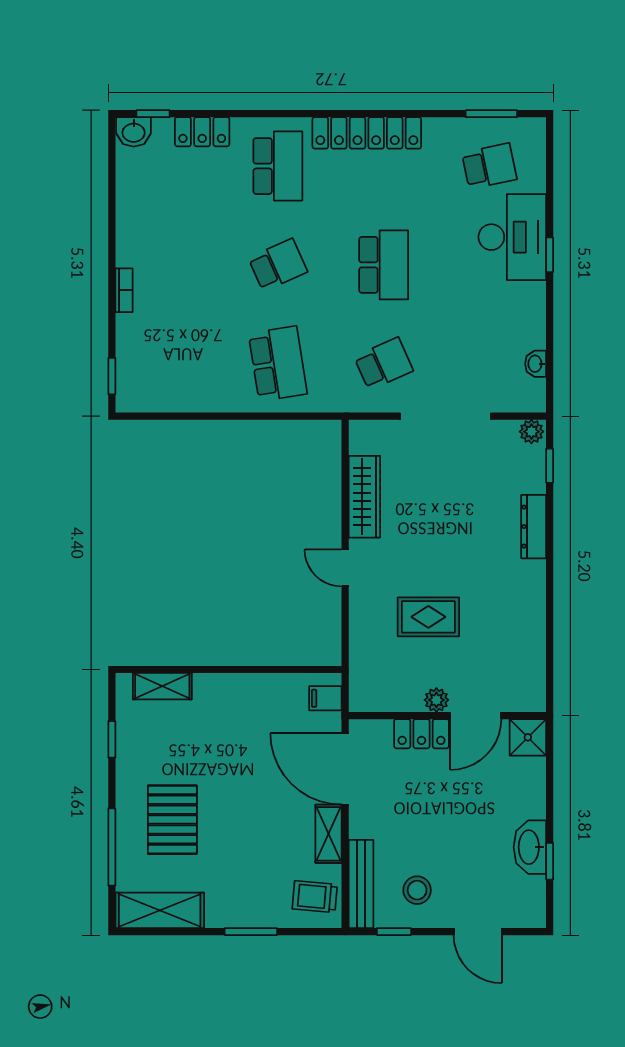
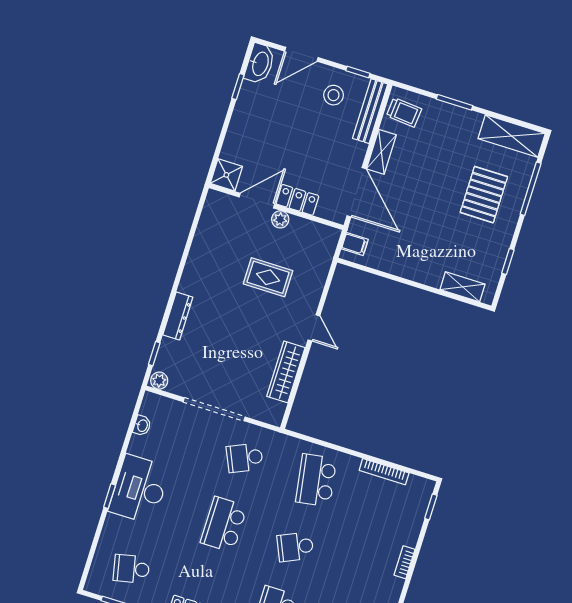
desk: (512, 237) -> (139, 489), moved
bookcase: (190, 404) -> (384, 472), added
washbasin: (530, 847) -> (260, 64), moved
door: (478, 932) -> (301, 54), swing flipped

